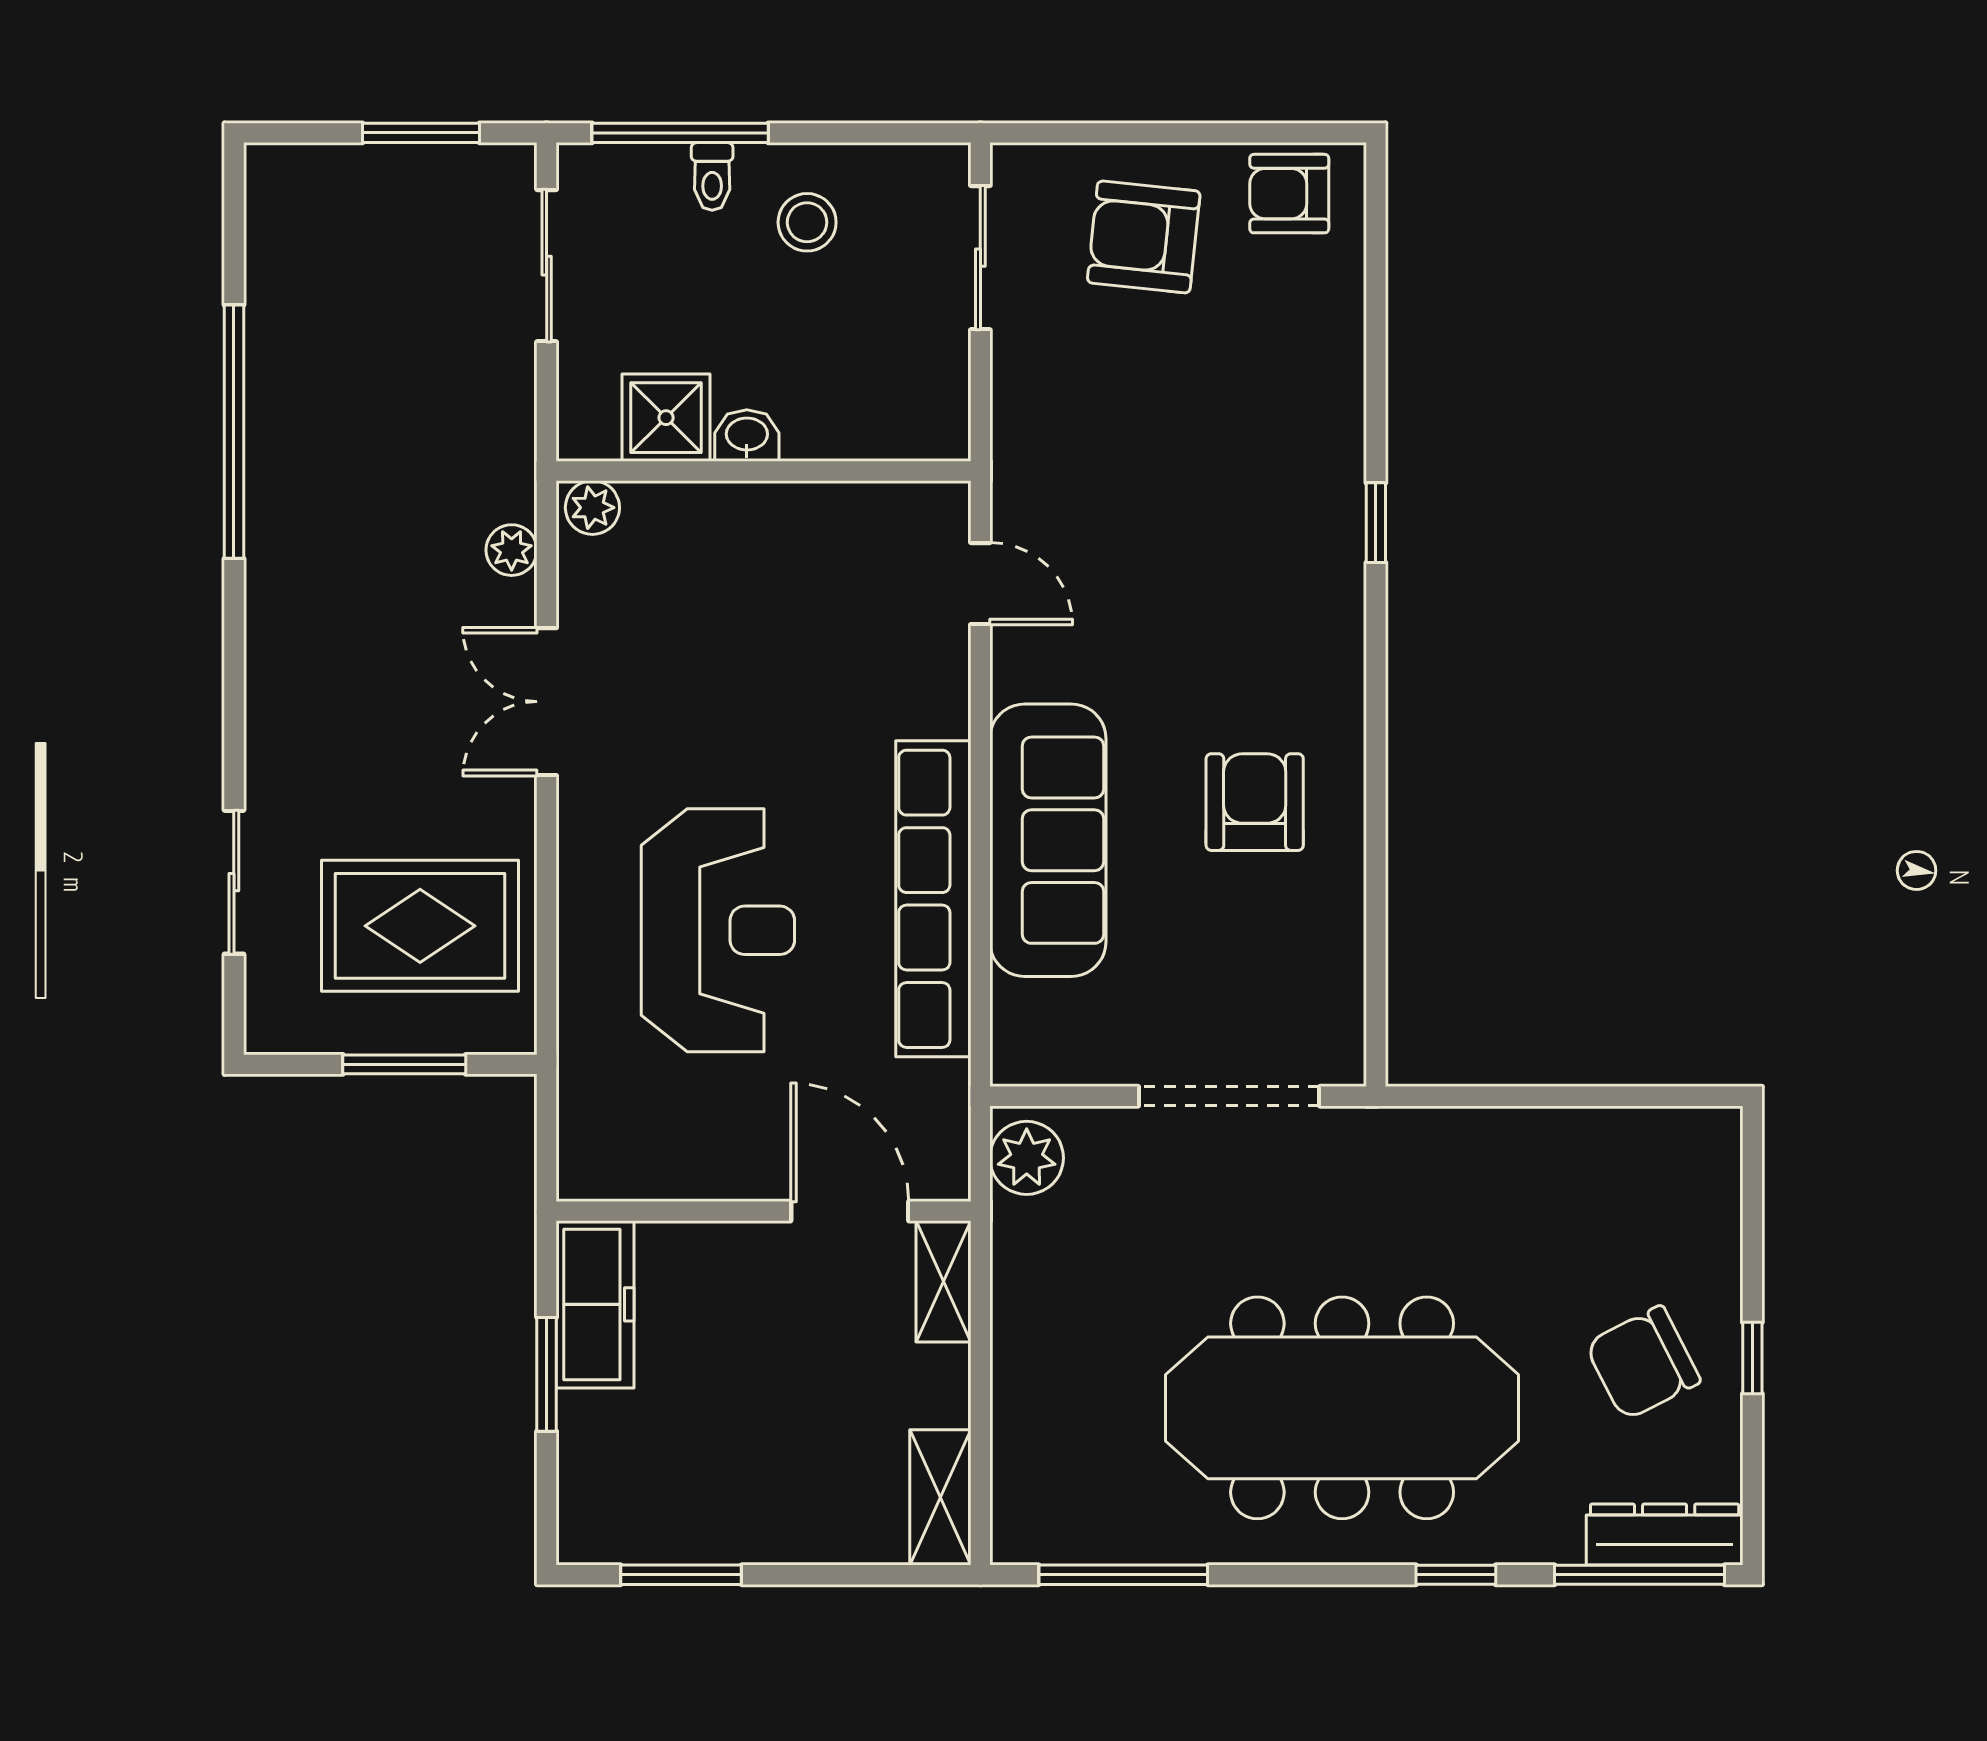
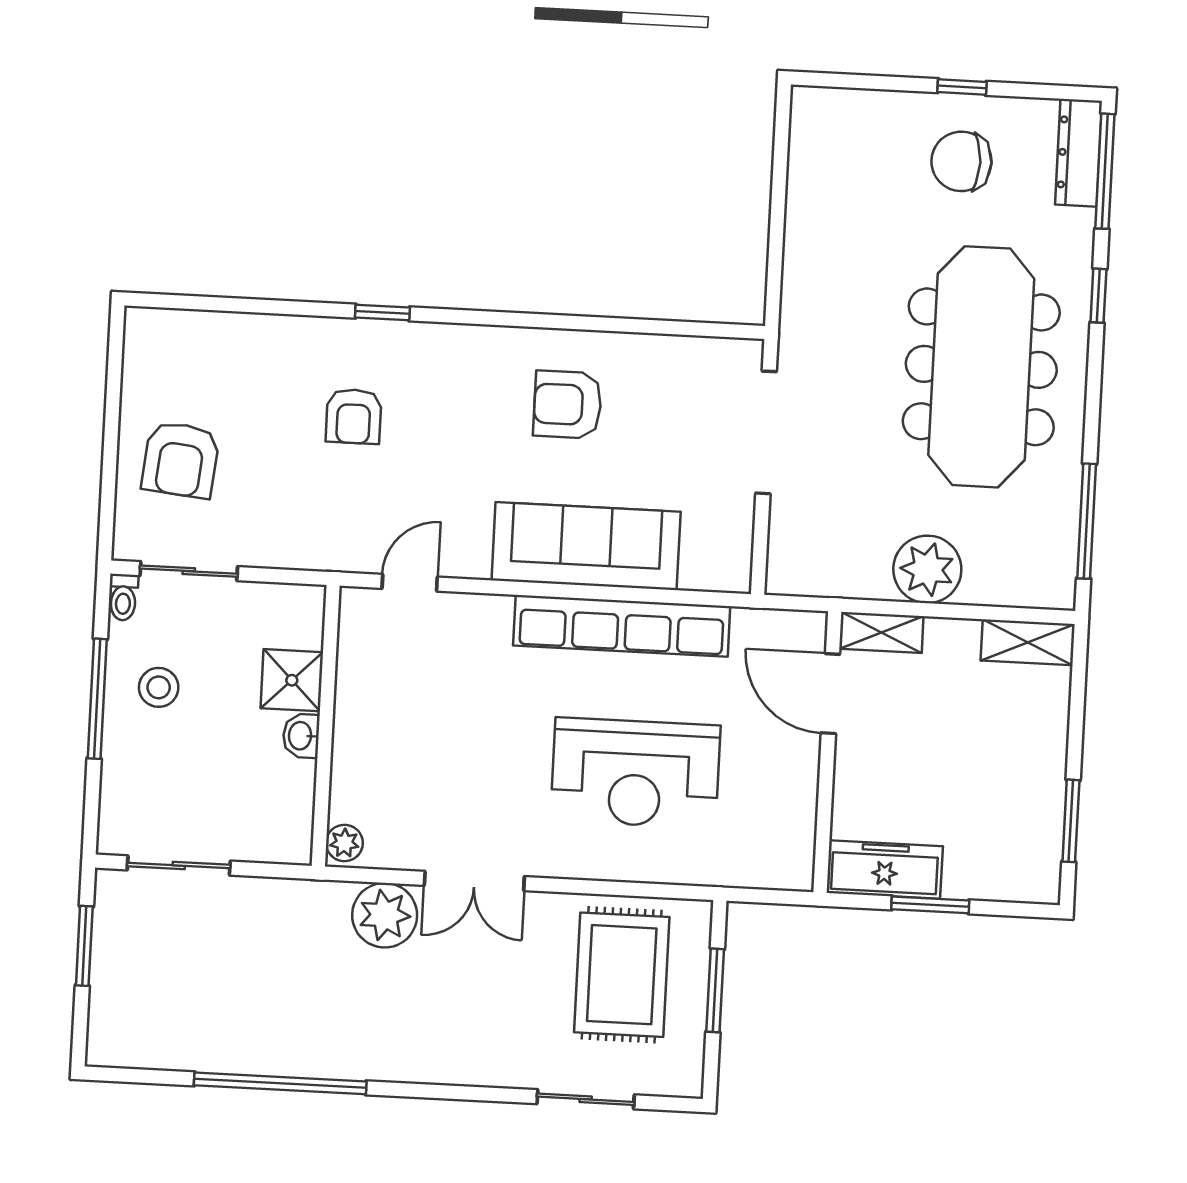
window: (680, 133) -> (97, 699), moved
toilet: (712, 176) -> (123, 597), moved, turned 90
armchair: (1289, 194) -> (354, 416), moved
shower: (666, 418) -> (292, 680), moved
plant: (512, 550) -> (385, 915), width x1.88, depth x1.88
reception desk: (718, 930) -> (635, 773), turned 180
plant: (1027, 1158) -> (927, 569), moved, width x1.36, depth x1.36
door: (850, 1211) -> (830, 694), hinge flipped
chair: (1643, 1363) -> (961, 161), turned 117

